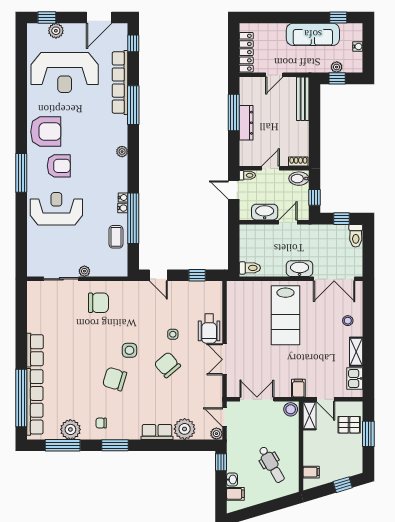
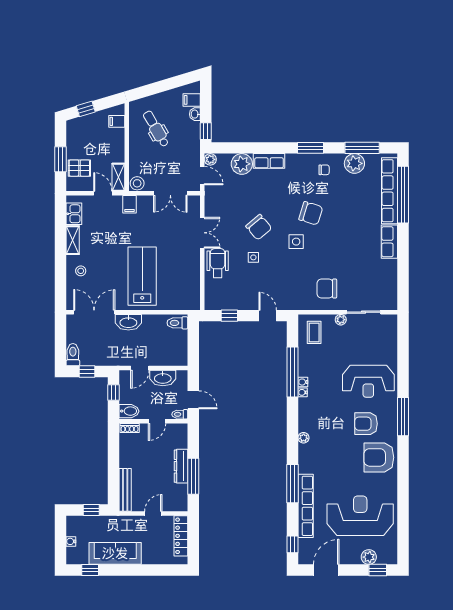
plant: (337, 67) -> (92, 521), removed
coffee table: (116, 237) -> (314, 332), moved

